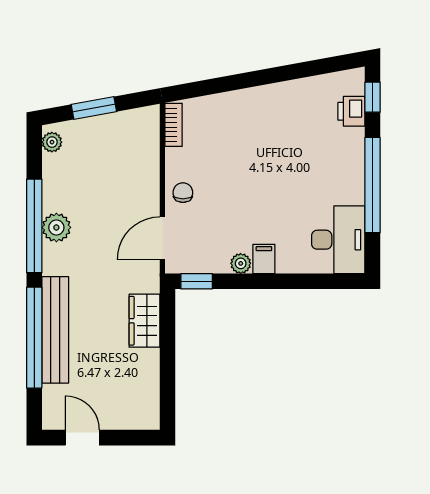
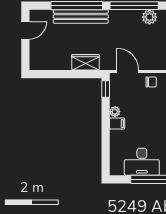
plant: (56, 227) -> (149, 17), moved
desk: (338, 240) -> (142, 162), moved

